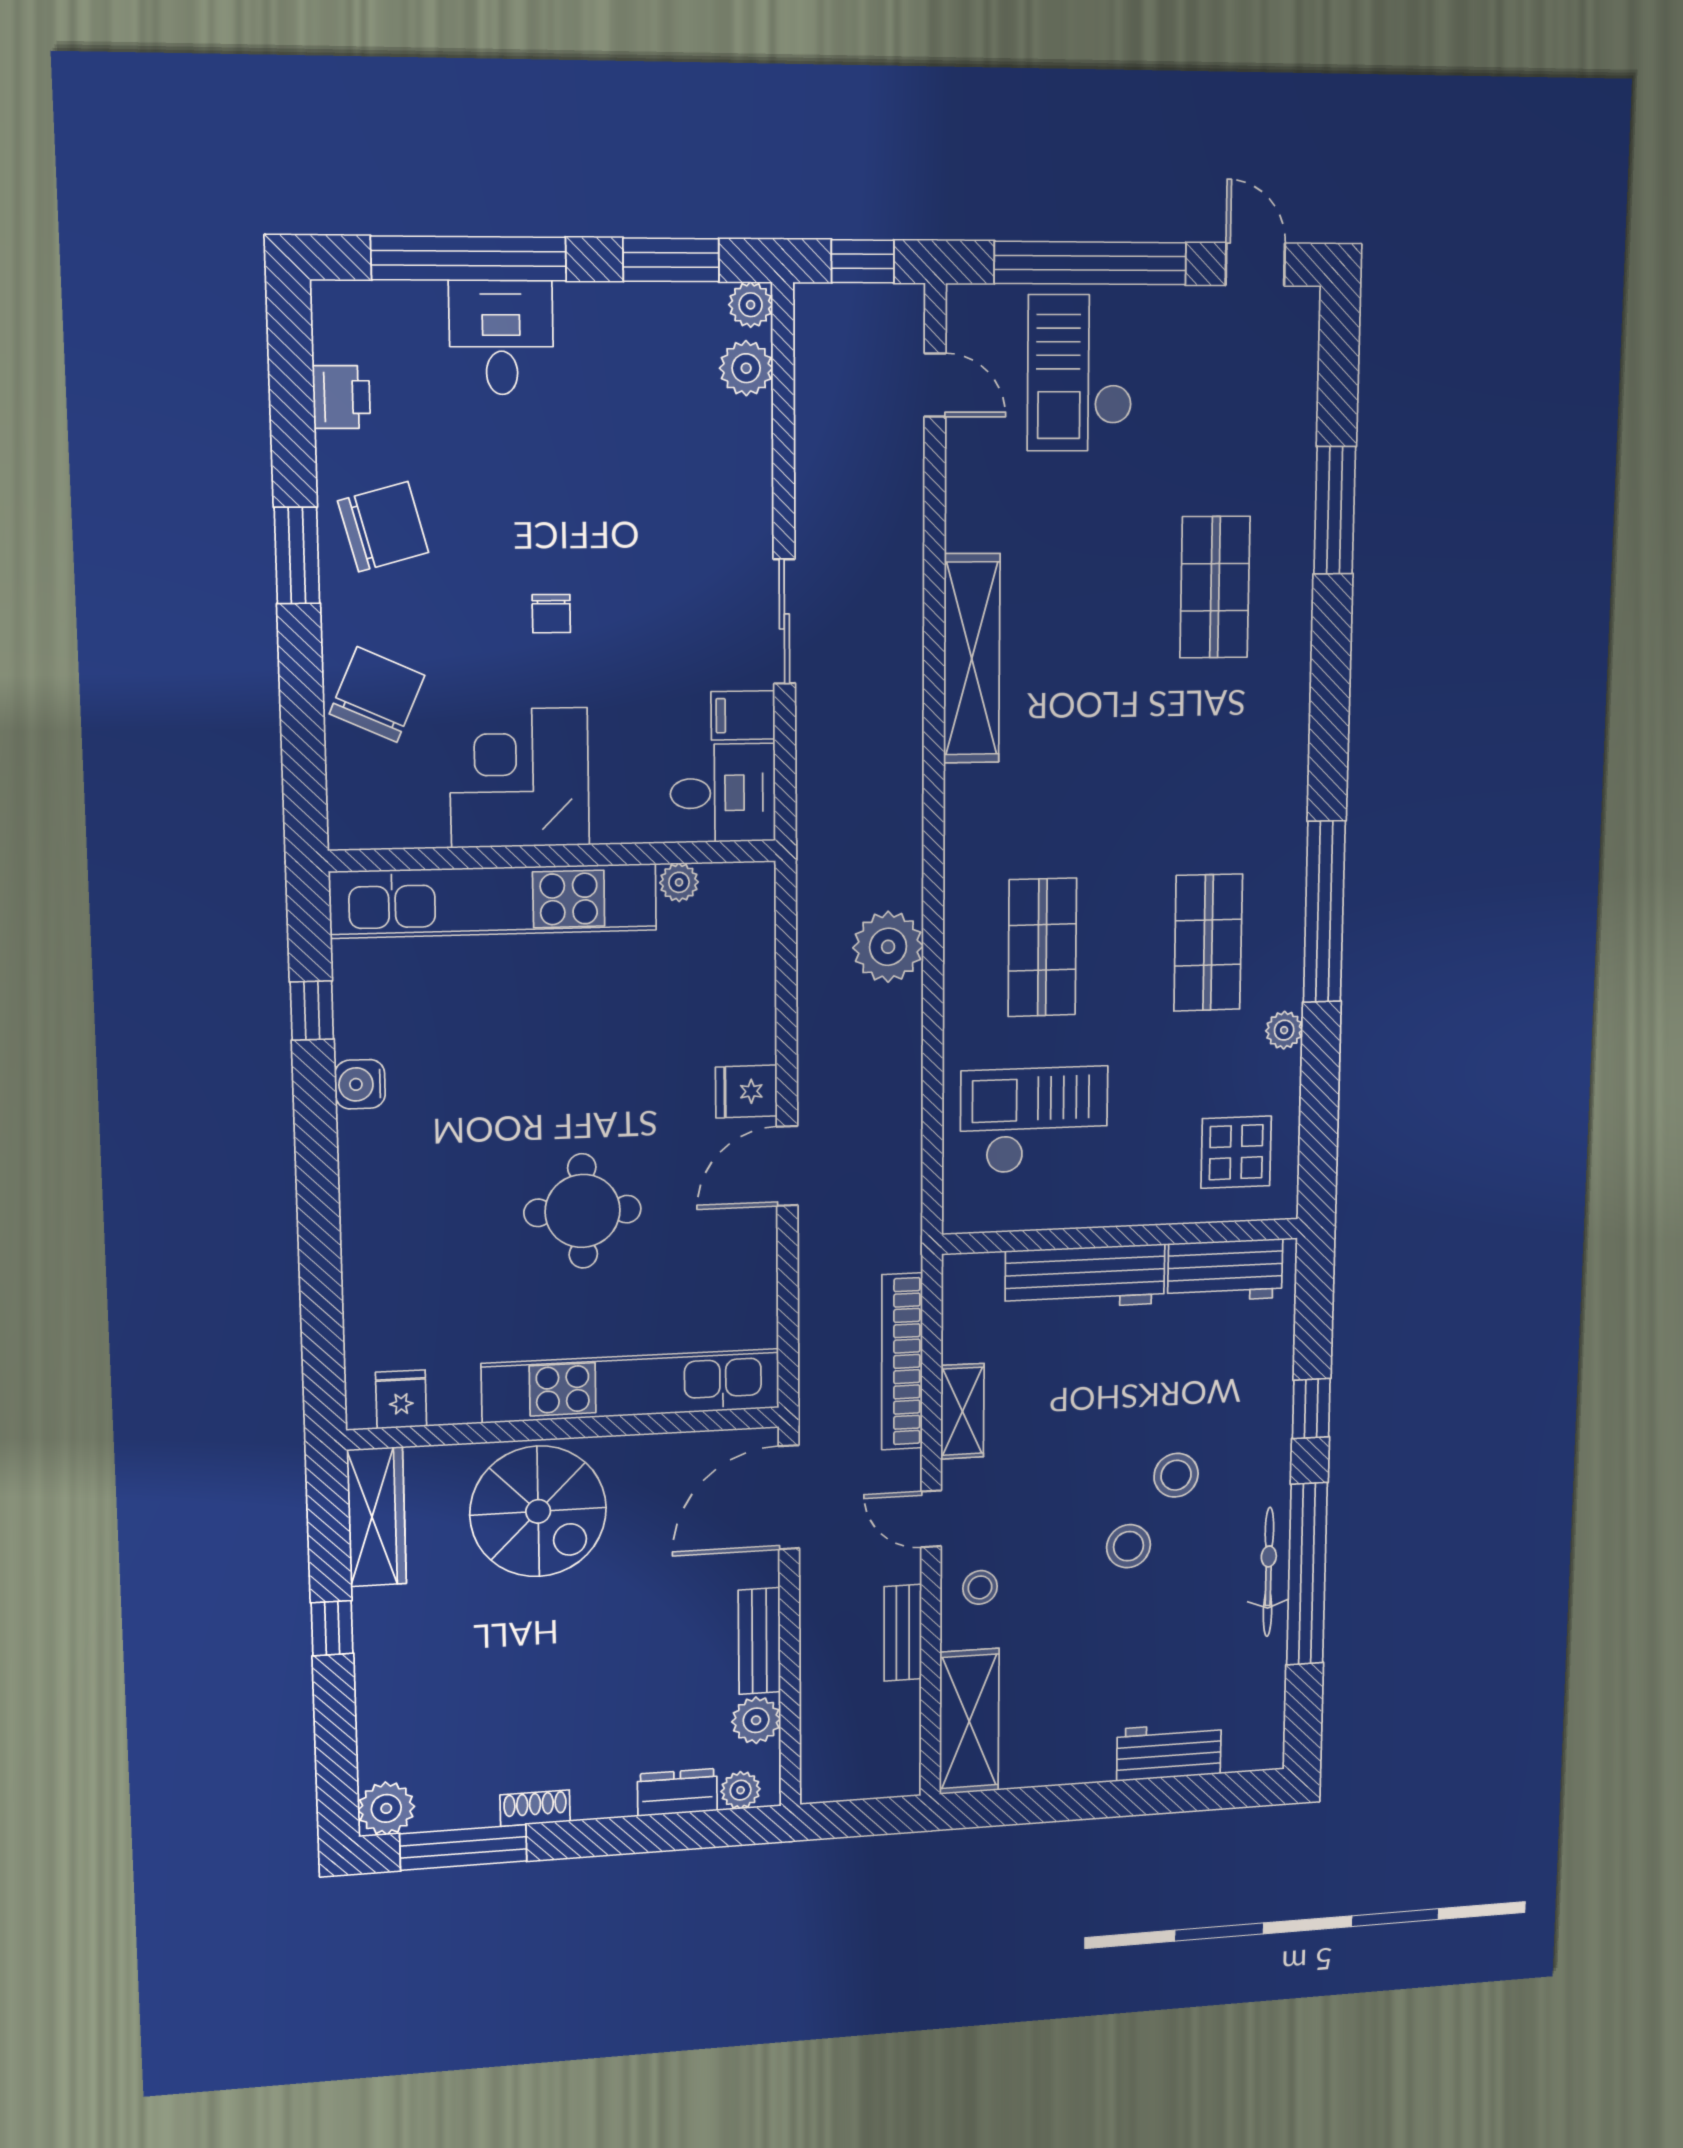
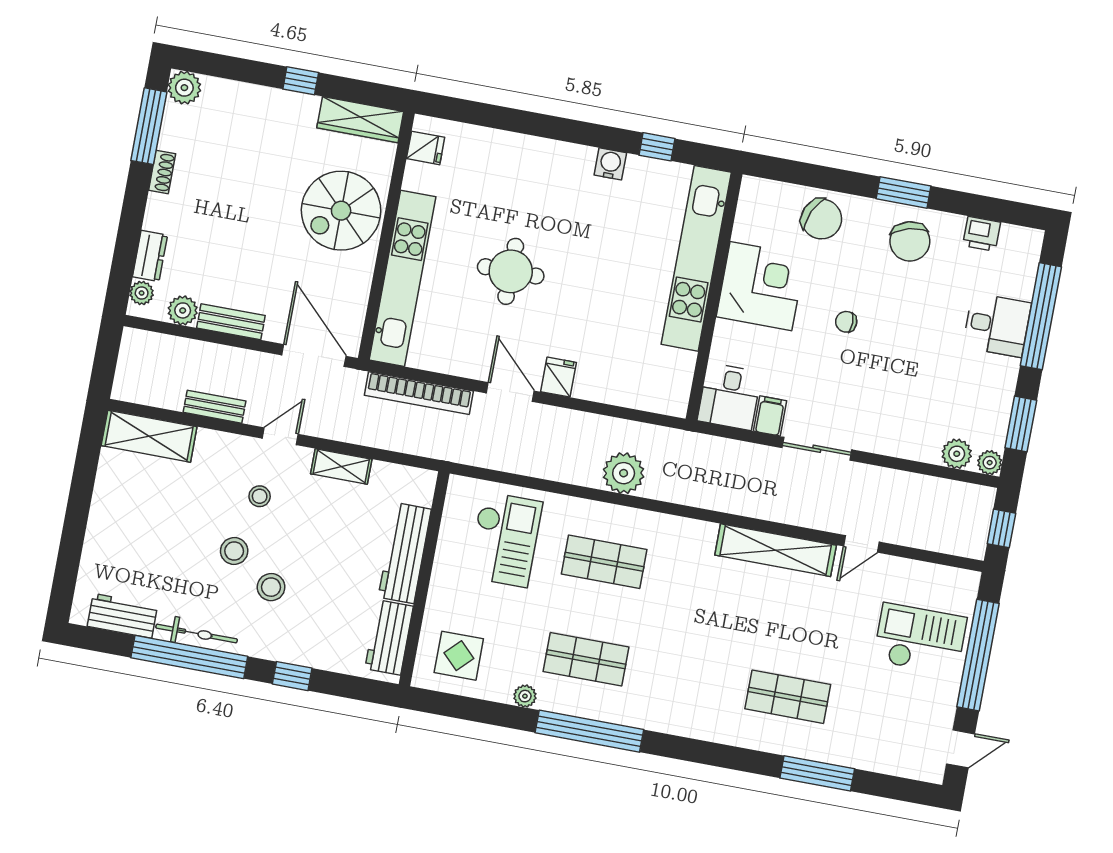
door: (935, 385) -> (861, 544), moved
plant: (679, 882) -> (685, 362), removed
bookcase: (902, 1362) -> (419, 393), moved, turned 180
stool: (980, 1587) -> (260, 496), moved
workbench: (1169, 1751) -> (122, 616), moved, turned -90

